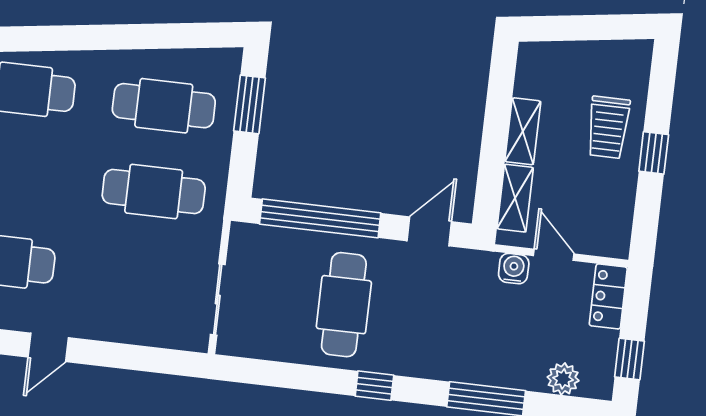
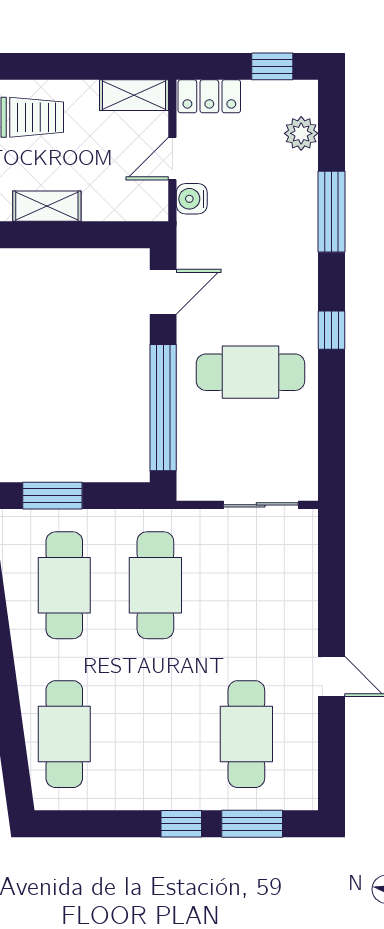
window: (654, 153) -> (53, 66), removed
shelving: (515, 198) -> (134, 95), moved
door: (429, 231) -> (163, 292), swing flipped

